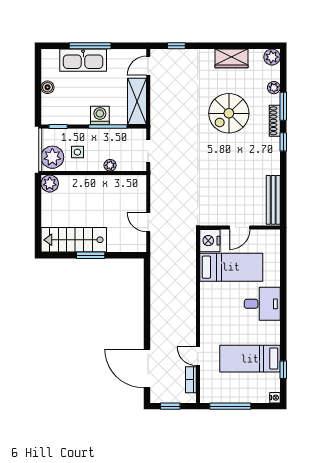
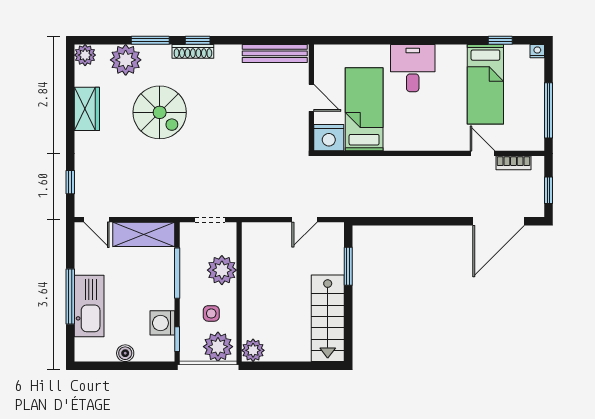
plant: (274, 88) -> (126, 60), width x1.88, depth x1.88
washing machine: (100, 115) -> (162, 323), moved
shoe rack: (275, 121) -> (193, 51), moved
plant: (110, 165) -> (222, 270), width x1.87, depth x1.87
window: (91, 255) -> (348, 266), moved
door: (198, 356) -> (482, 153), swing flipped

